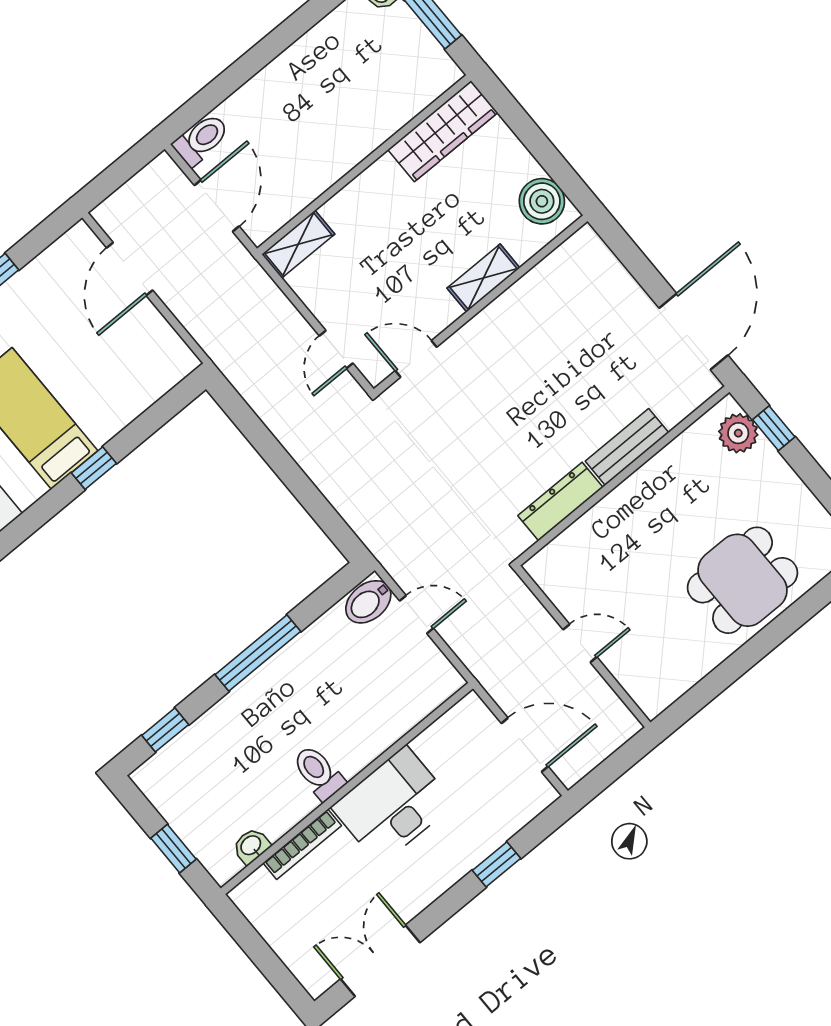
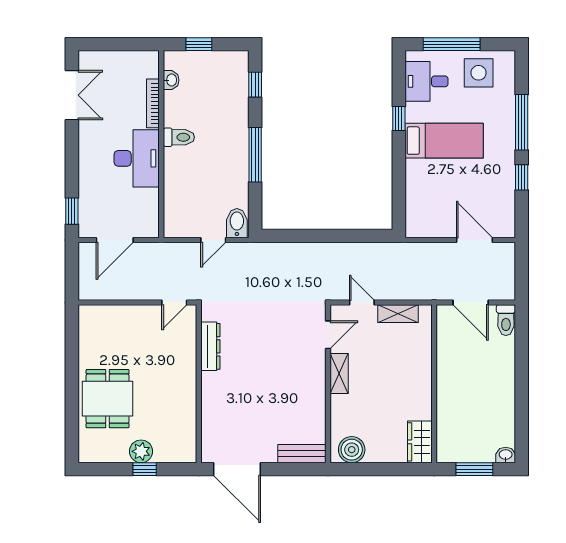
wardrobe: (443, 131) -> (420, 442), width x0.67
shelving: (298, 244) -> (398, 314), moved, turned 90
shelving: (483, 278) -> (339, 374), moved
window: (774, 428) -> (145, 469), moved
plant: (738, 433) -> (141, 451), moved
bench: (627, 447) -> (302, 454), moved, turned 90
window: (94, 468) -> (399, 119), moved
door: (580, 643) -> (174, 302), moved
window: (497, 864) -> (72, 211), moved

